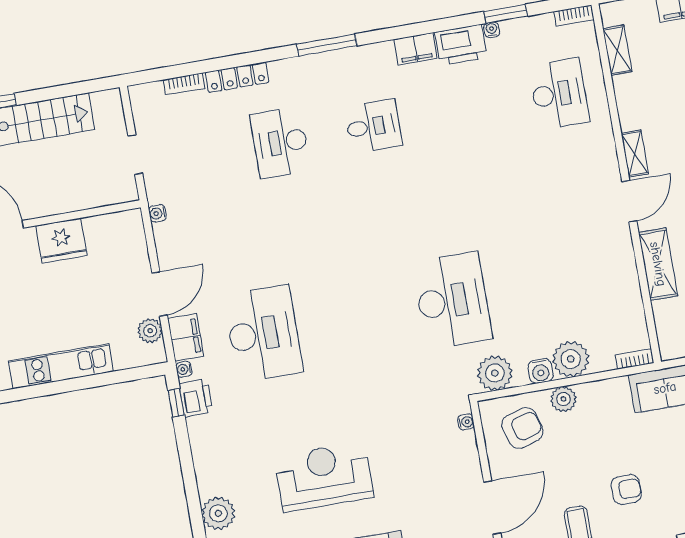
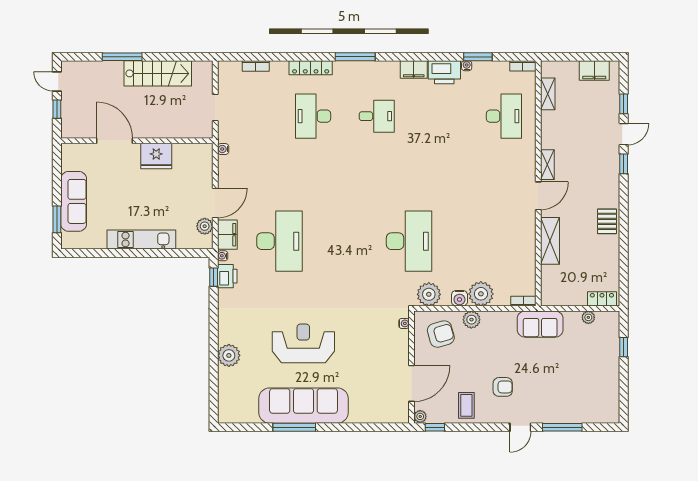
locker: (237, 77) -> (311, 68), moved

